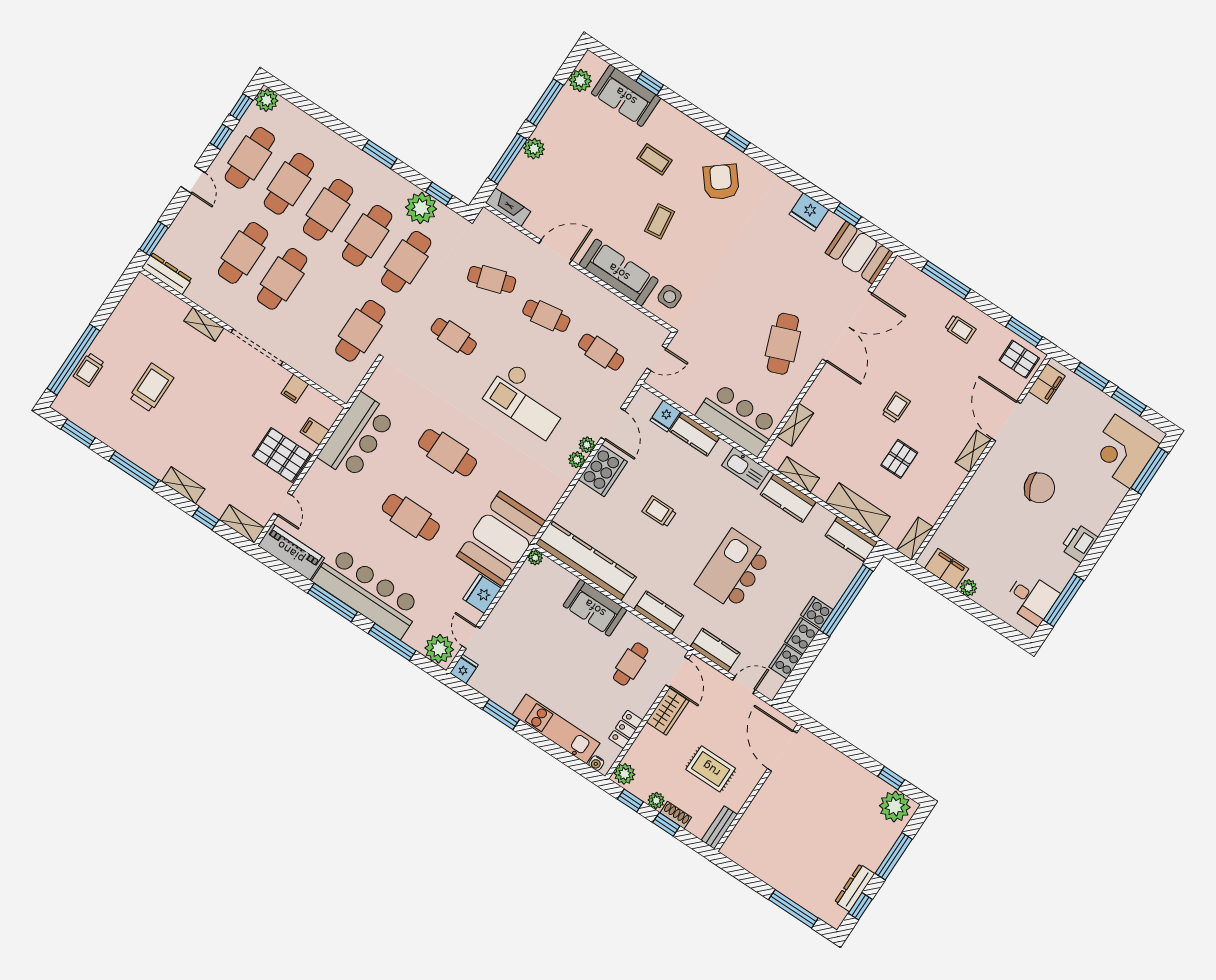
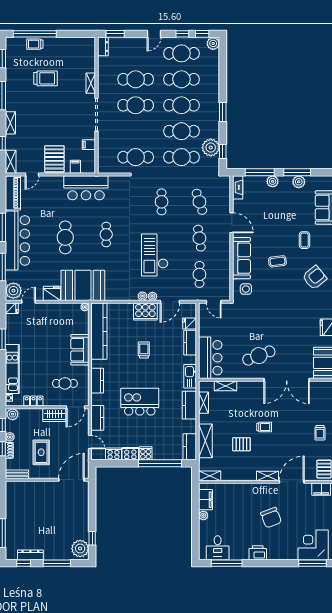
plant: (580, 80) -> (299, 182), moved
dresser: (167, 274) -> (103, 46), width x0.70
cafe table: (448, 453) -> (106, 235), width x0.73, depth x0.74

